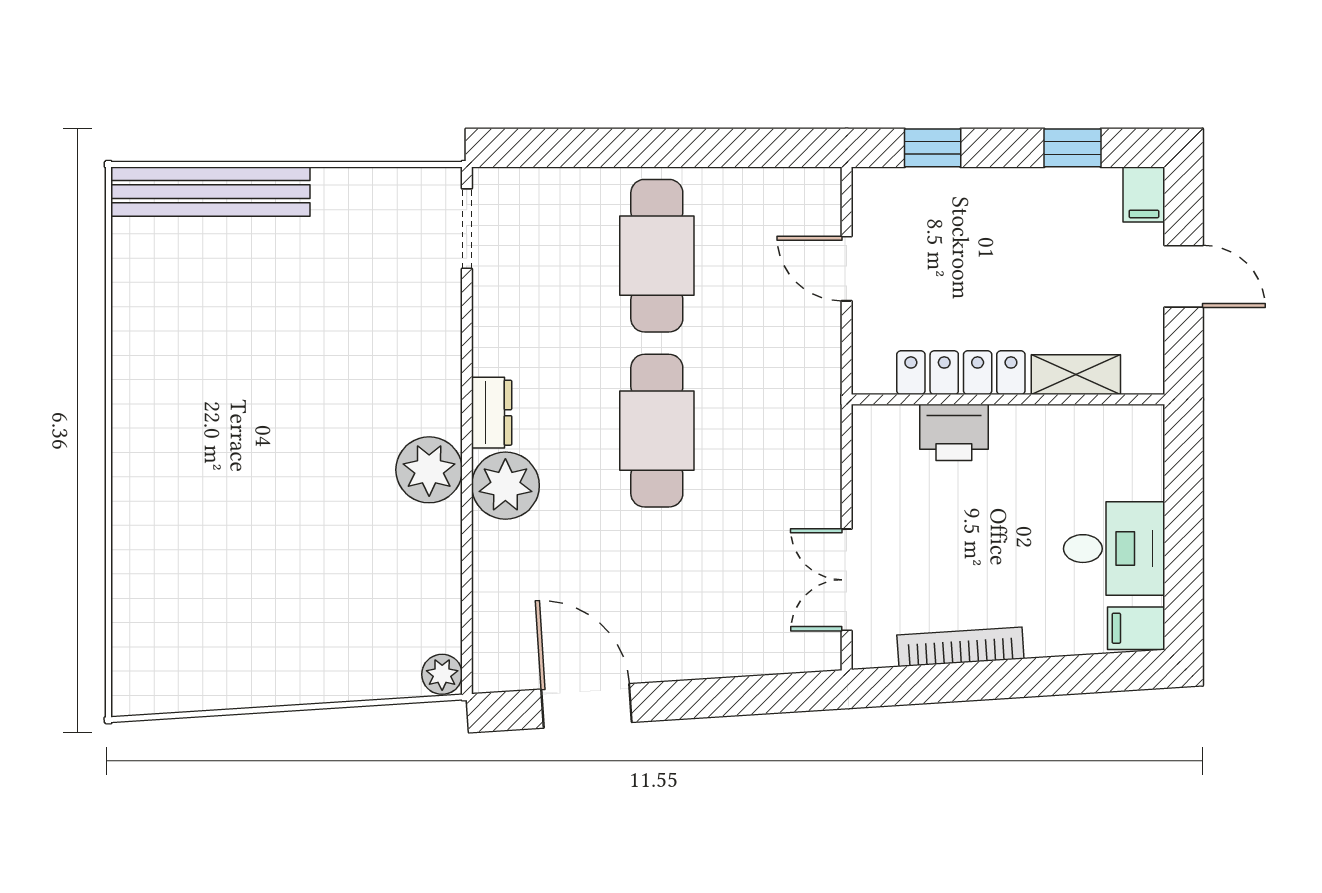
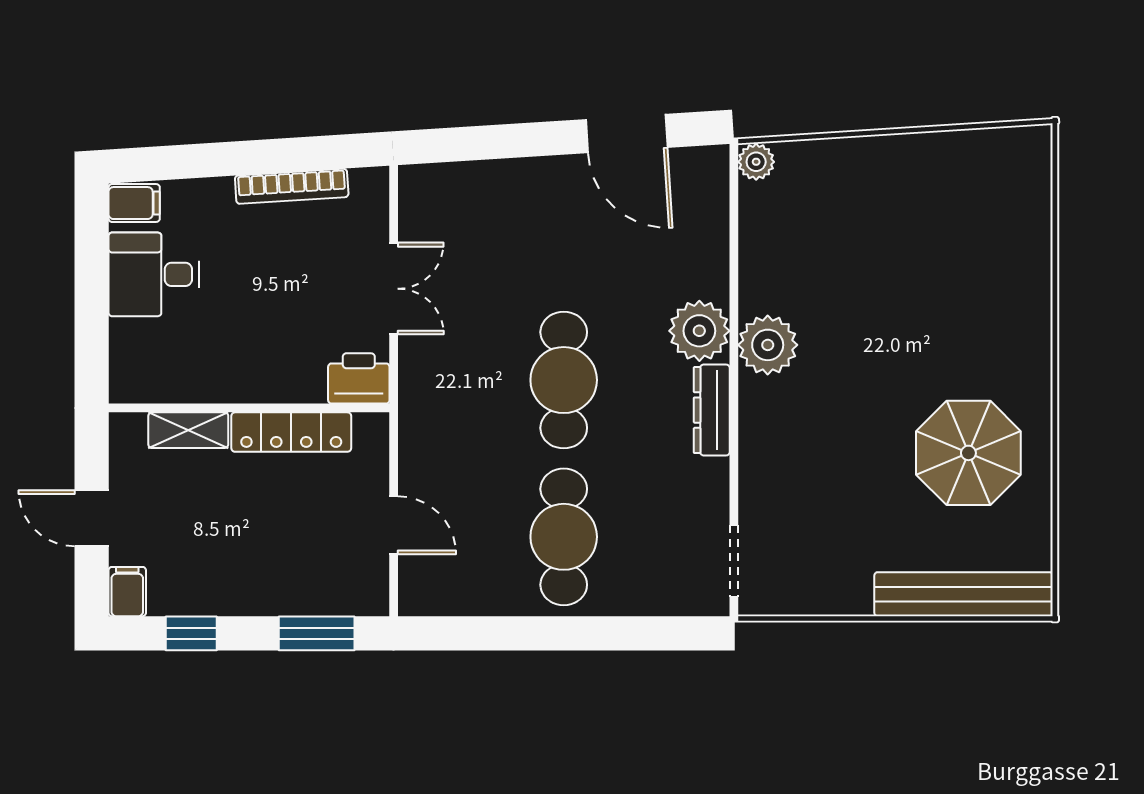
window: (933, 148) -> (317, 633), width x1.50
parasol: (205, 349) -> (968, 453), added
dresser: (492, 413) -> (712, 410), width x1.44
printer: (954, 432) -> (359, 378), moved
double door: (847, 580) -> (394, 289), moved

